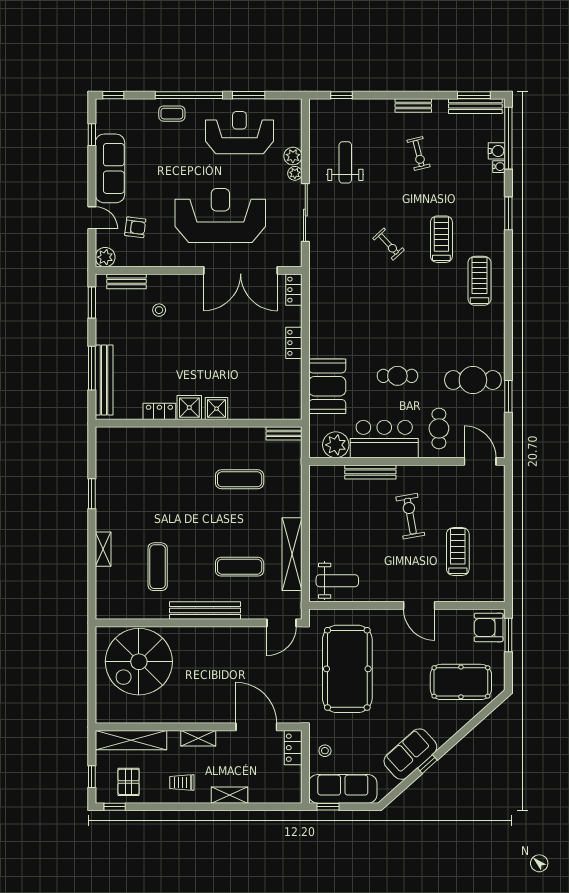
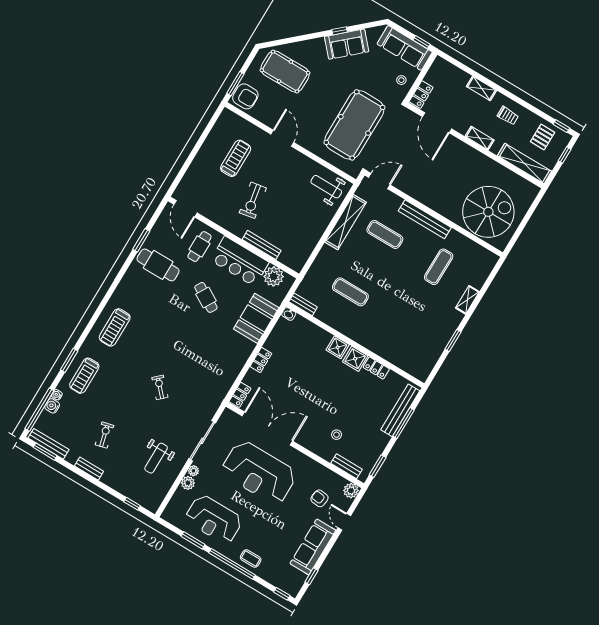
treadmill: (441, 239) -> (84, 376), moved
cafe table: (397, 376) -> (206, 297), turned 30
washbasin: (294, 413) -> (289, 314), added
treadmill: (458, 552) -> (236, 158), turned 180

